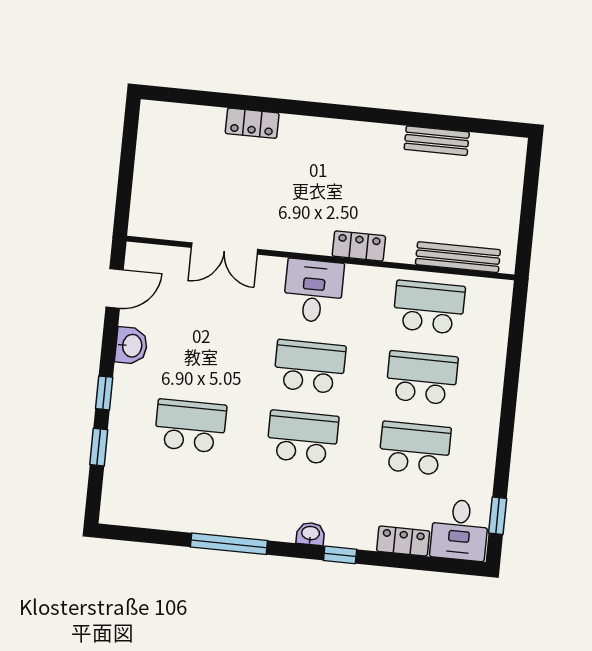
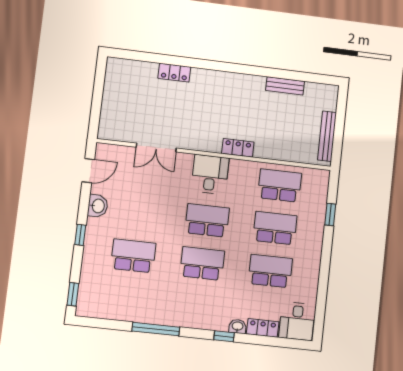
bench: (458, 257) -> (327, 136), moved, turned 90
window: (99, 447) -> (73, 294), moved
window: (498, 516) -> (330, 214), moved
washbasin: (311, 534) -> (238, 326), moved

